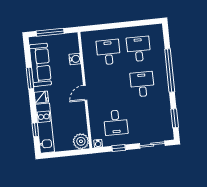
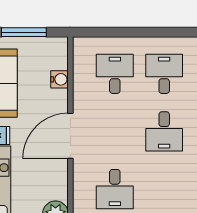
desk: (142, 84) -> (164, 131), turned 180
door: (85, 93) -> (70, 136), width x1.88

